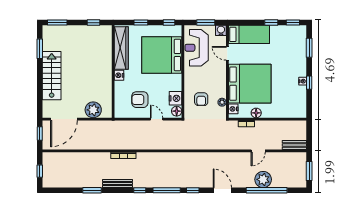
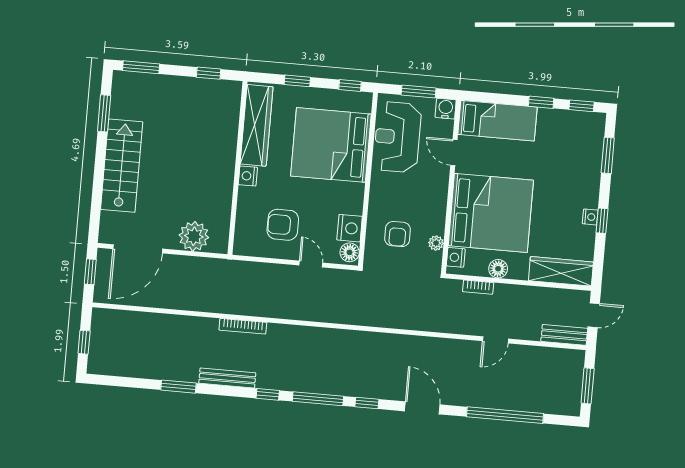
wardrobe: (290, 111) -> (561, 271), added
door: (309, 133) -> (594, 315), added
plant: (263, 179) -> (500, 394), removed

